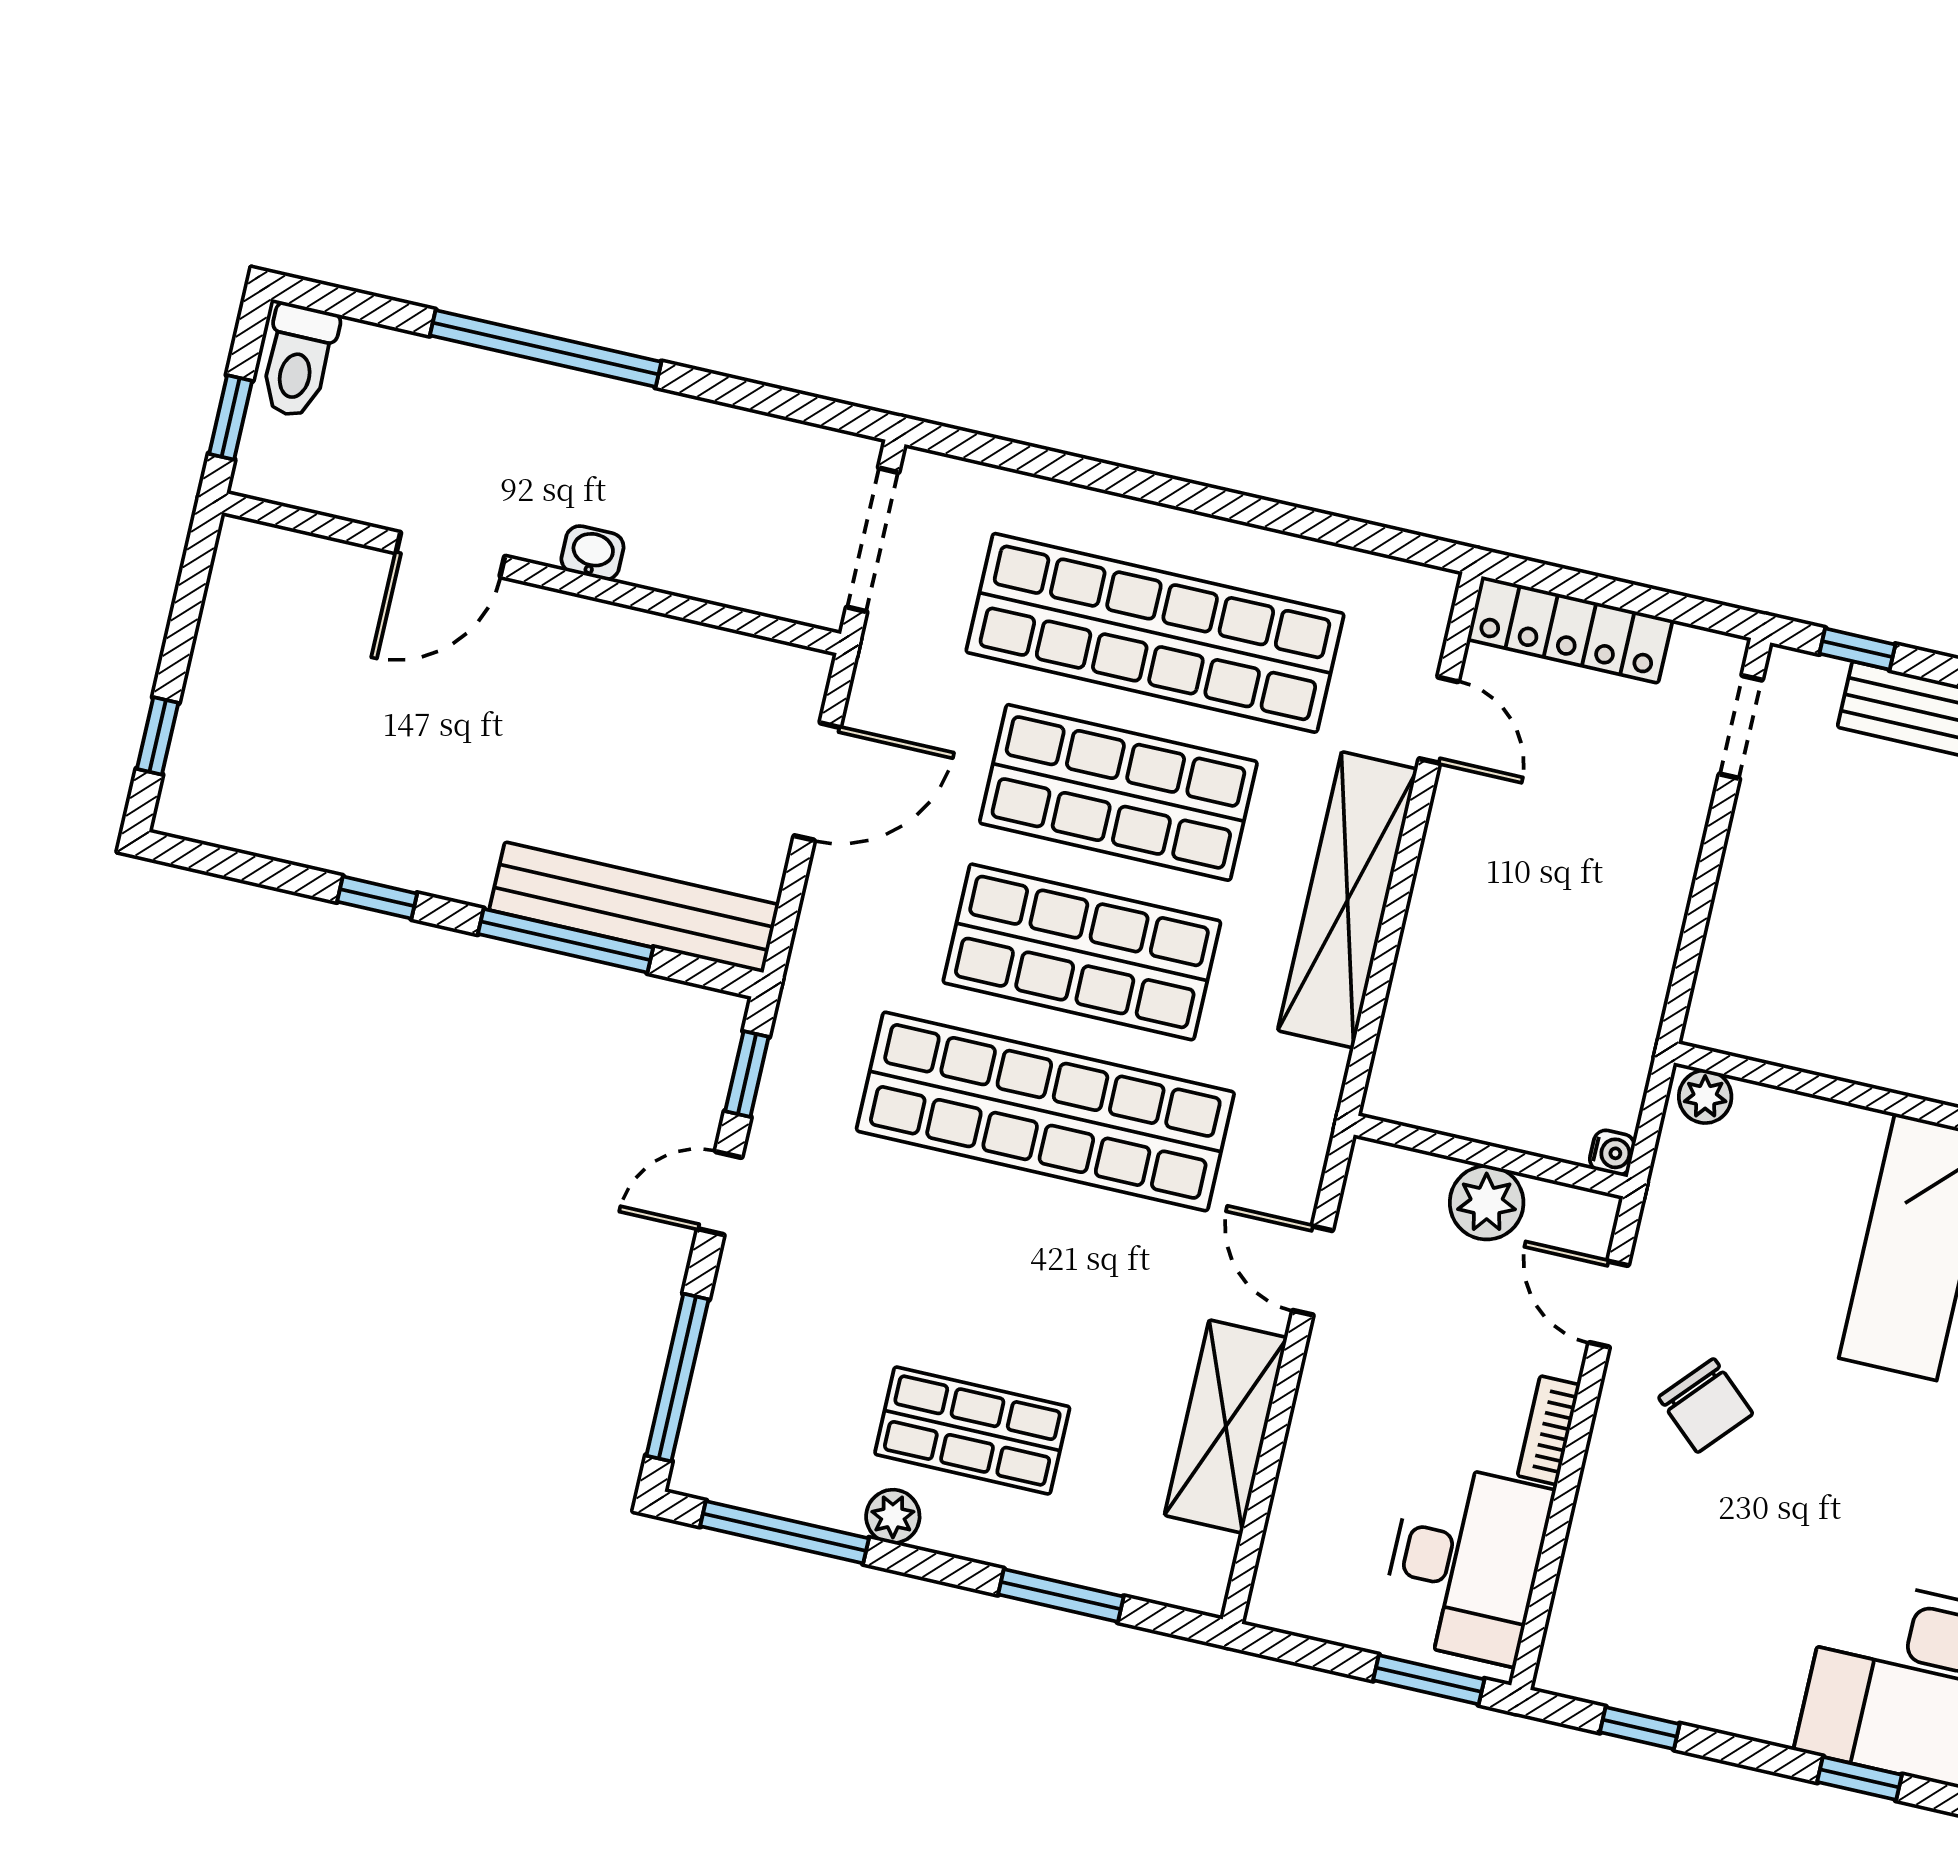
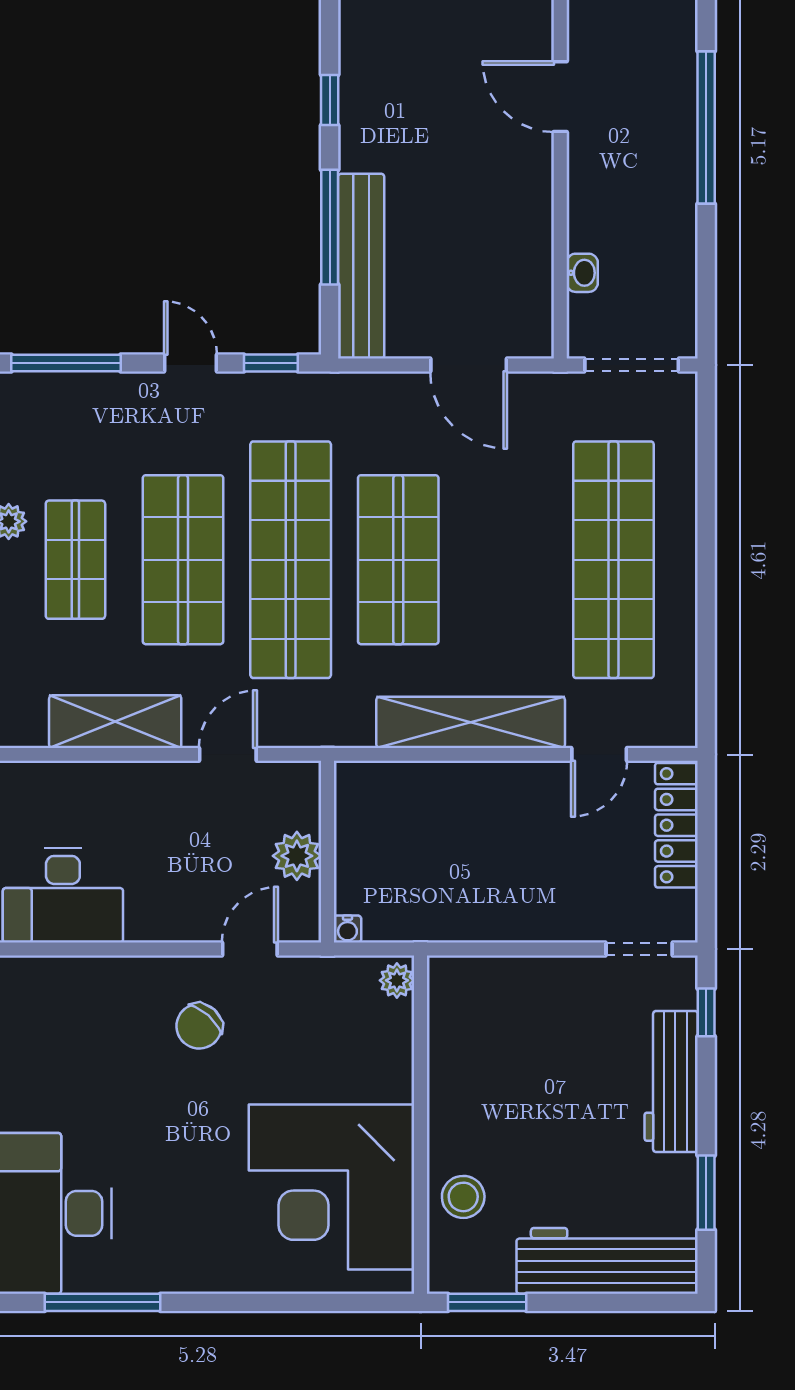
washbasin: (592, 553) -> (582, 273), moved
shop shelf: (1118, 792) -> (183, 560), moved
bookcase: (1549, 1430) -> (160, 929), removed

